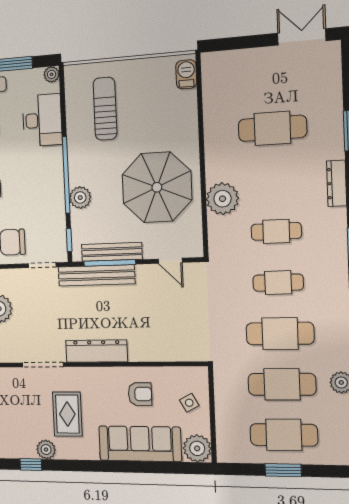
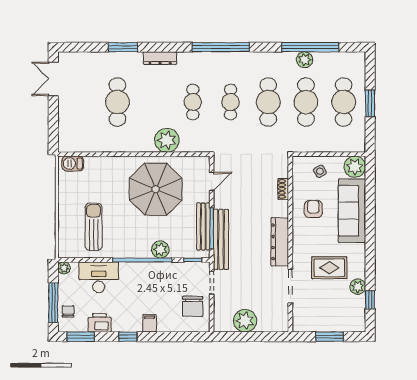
sun lounger: (105, 109) -> (94, 227), turned 90
shoe rack: (164, 355) -> (283, 189), added

